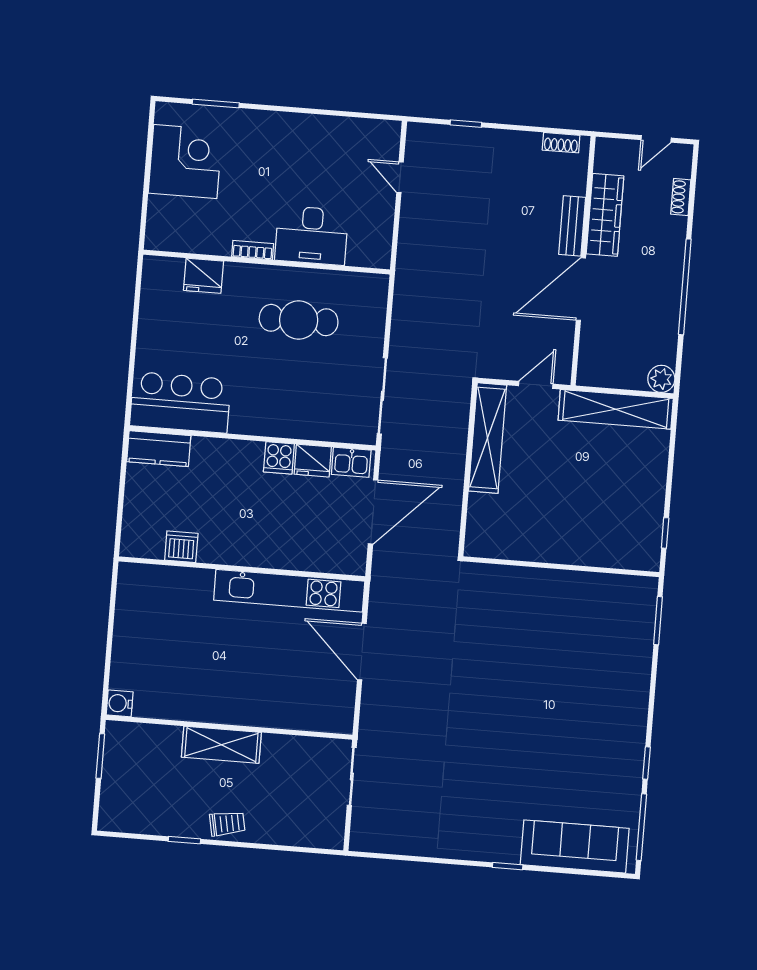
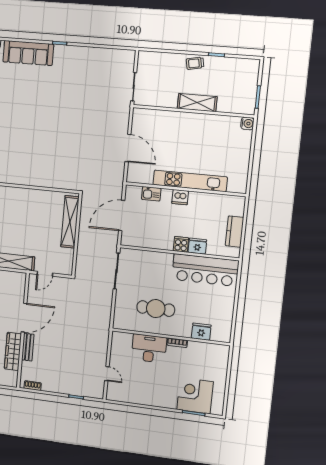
corner desk: (185, 162) -> (195, 396), moved, turned 90
bar counter: (180, 402) -> (205, 270), width x1.36
shelving: (488, 438) -> (70, 222), moved
kitchen counter: (159, 449) -> (234, 232), moved, turned -90
cooker: (279, 458) -> (181, 244), moved
fridge: (313, 461) -> (197, 246), moved
kitchen sink: (351, 462) -> (151, 194), moved, turned 180
dishwasher: (181, 547) -> (180, 197), moved
kitchen unit: (289, 591) -> (190, 181), moved

